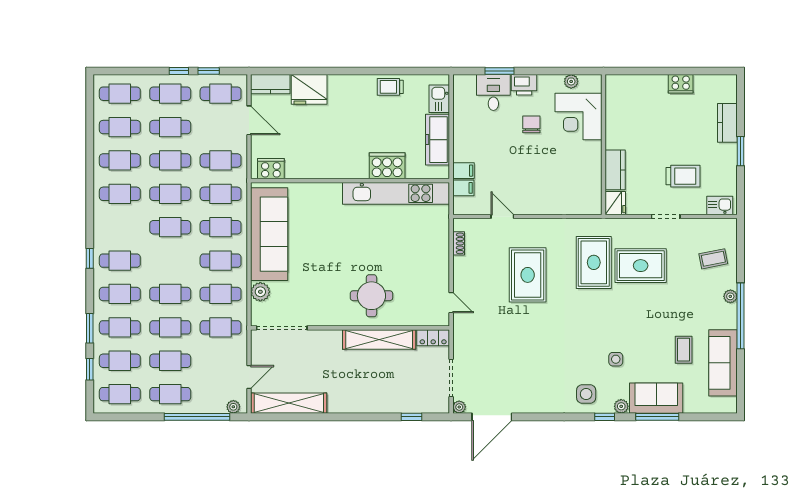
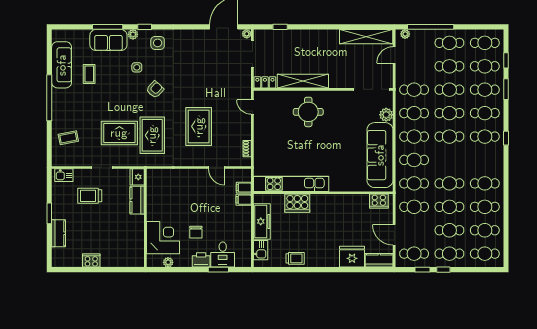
cafe table: (170, 227) -> (449, 137), moved
plant: (730, 296) -> (56, 111), removed
armchair: (590, 328) -> (155, 89), added

